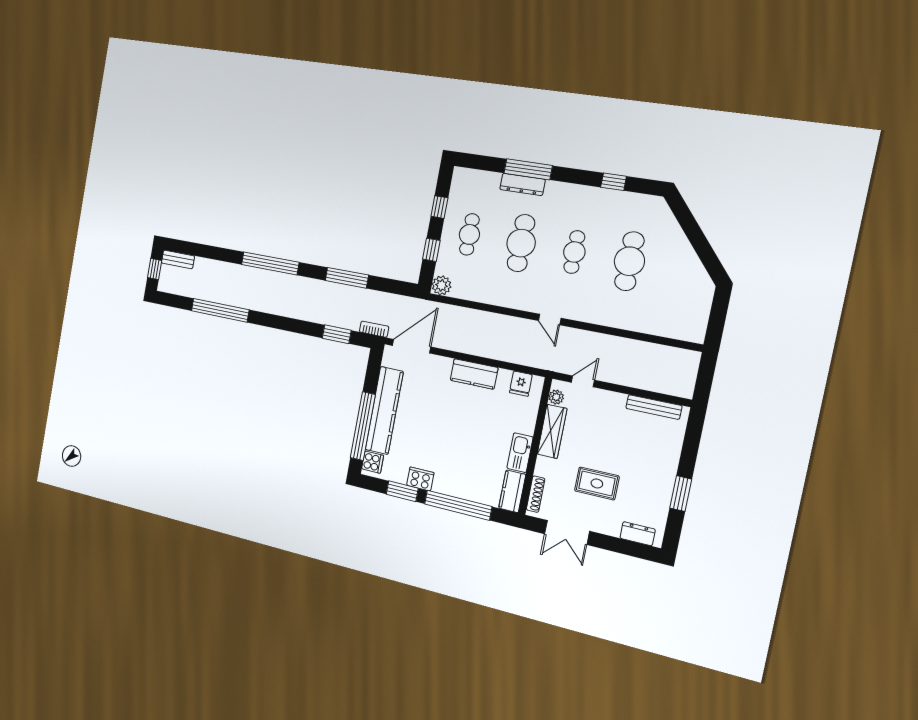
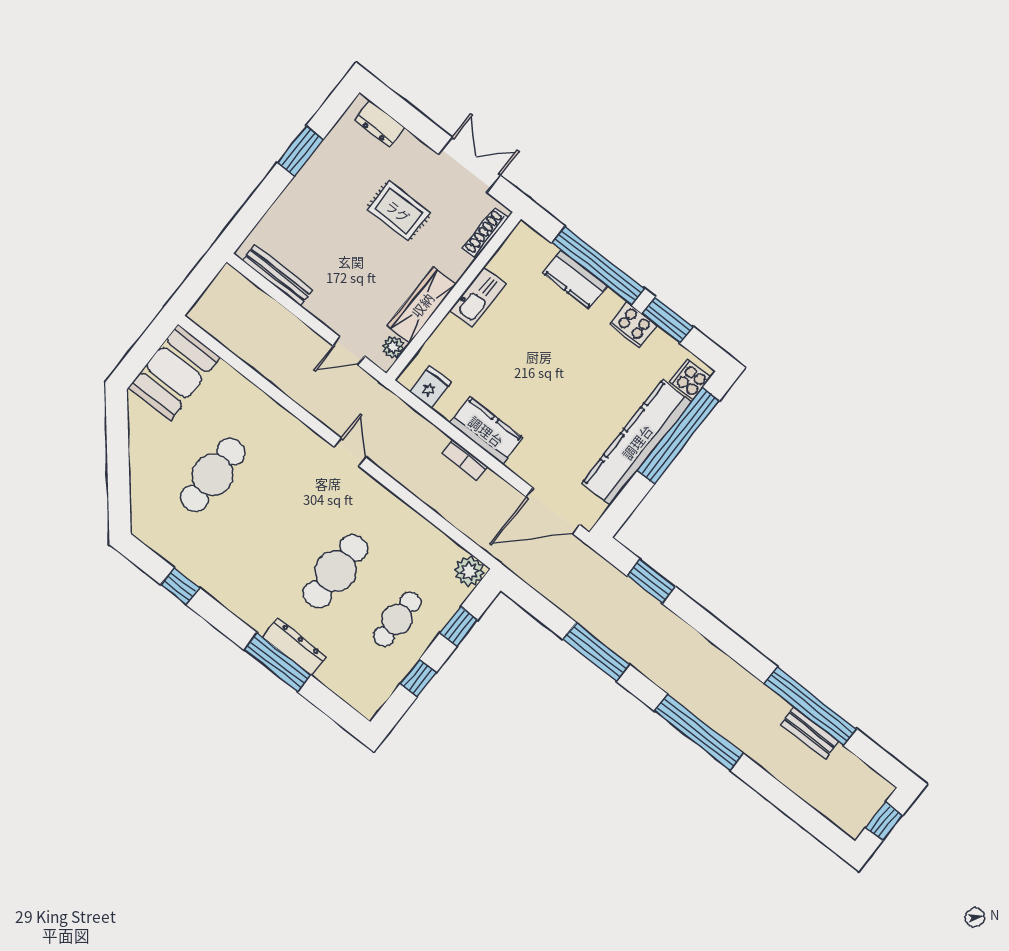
cafe table: (574, 252) -> (274, 523), removed
bench: (178, 259) -> (810, 733), moved
booth: (689, 313) -> (174, 372), added
bookcase: (374, 329) -> (465, 460), moved
kitchen counter: (512, 491) -> (575, 280), moved, turned 90

